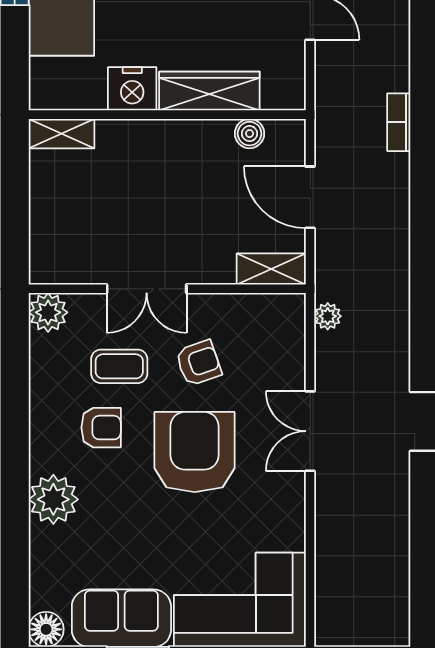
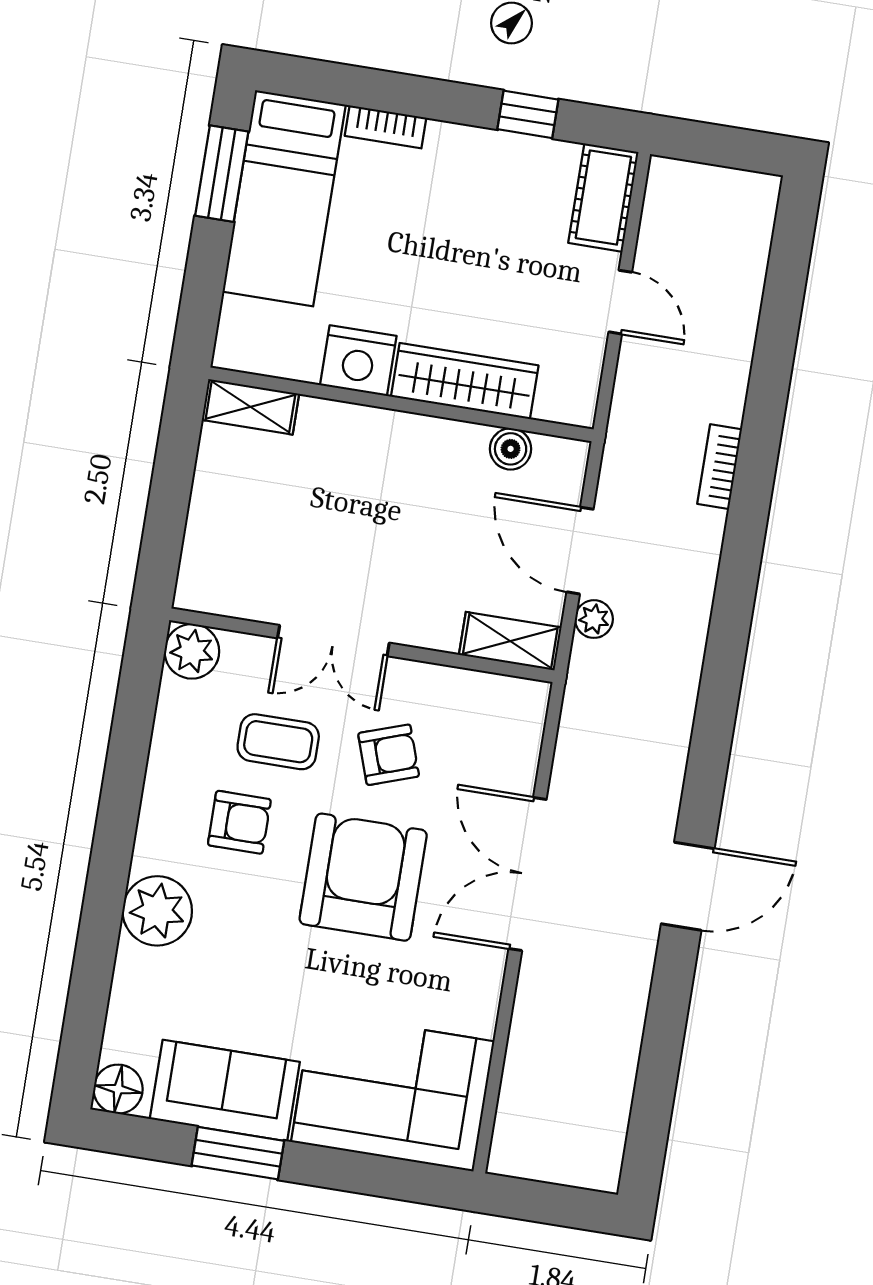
plant: (328, 316) -> (594, 619), moved
double door: (310, 431) -> (528, 874), width x1.37

